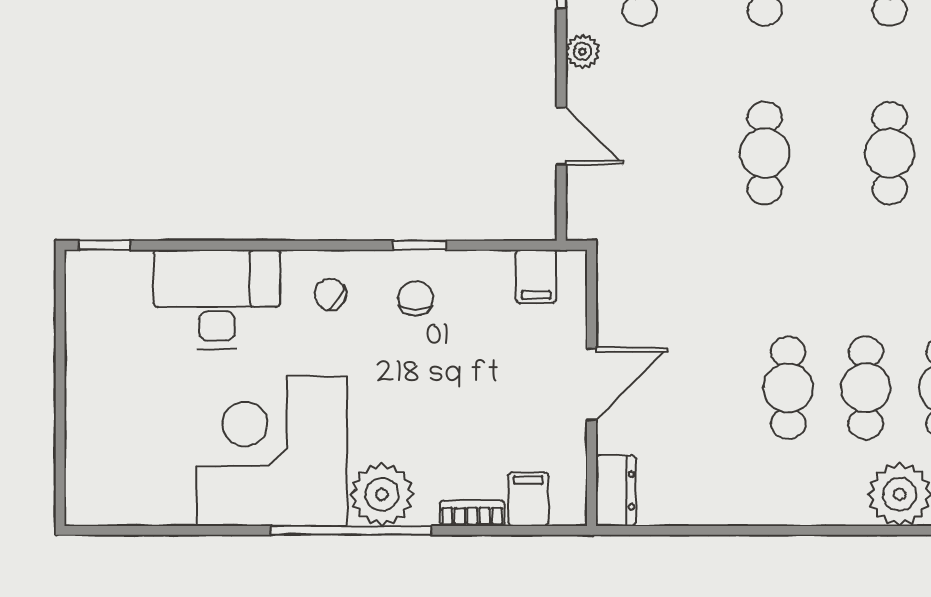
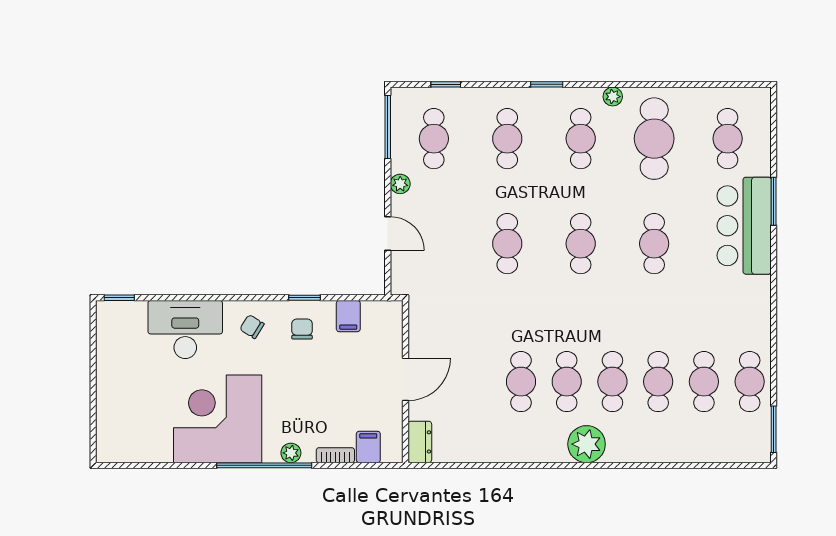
filing cabinet: (536, 276) -> (348, 316), moved
plant: (382, 495) -> (291, 453), width x0.53, depth x0.53

